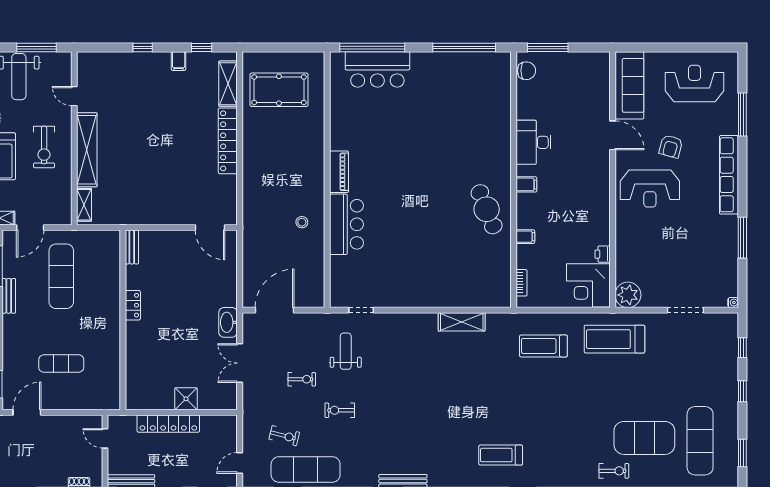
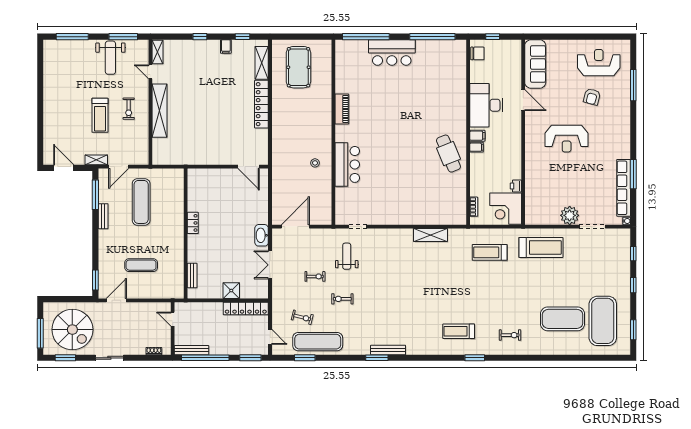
window: (548, 47) -> (493, 37), width x0.46
bar counter: (377, 69) -> (392, 53), moved
sofa: (629, 85) -> (535, 64), moved
pool table: (279, 90) -> (298, 67), turned 90
door: (613, 135) -> (523, 100), moved
desk: (533, 142) -> (486, 105), width x1.36, depth x1.30
armchair: (671, 146) -> (592, 97), moved
exercise bike: (44, 147) -> (129, 109), width x0.73, depth x0.72
piano: (339, 172) -> (342, 109), moved
row of seats: (729, 175) -> (624, 188), moved
wall: (613, 180) -> (523, 132), moved
shelving: (84, 205) -> (158, 52), moved
filing cabinet: (525, 237) -> (477, 147), moved
bench: (132, 247) -> (192, 275), moved
printer: (603, 254) -> (516, 186), moved
corner desk: (588, 285) -> (506, 209), moved
plant: (628, 295) -> (570, 215), moved
treadmill: (614, 339) -> (541, 247), turned 180
locker: (168, 424) -> (246, 308), moved
exercise mat: (700, 441) -> (603, 321), width x1.47
door: (240, 463) -> (270, 337), swing flipped
exercise bike: (614, 471) -> (510, 335), moved

